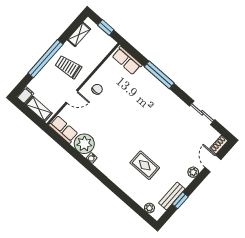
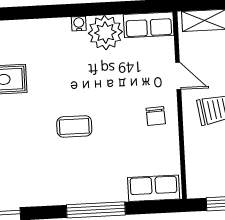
door: (72, 97) -> (178, 76), swing flipped
coffee table: (135, 118) -> (74, 126), added

